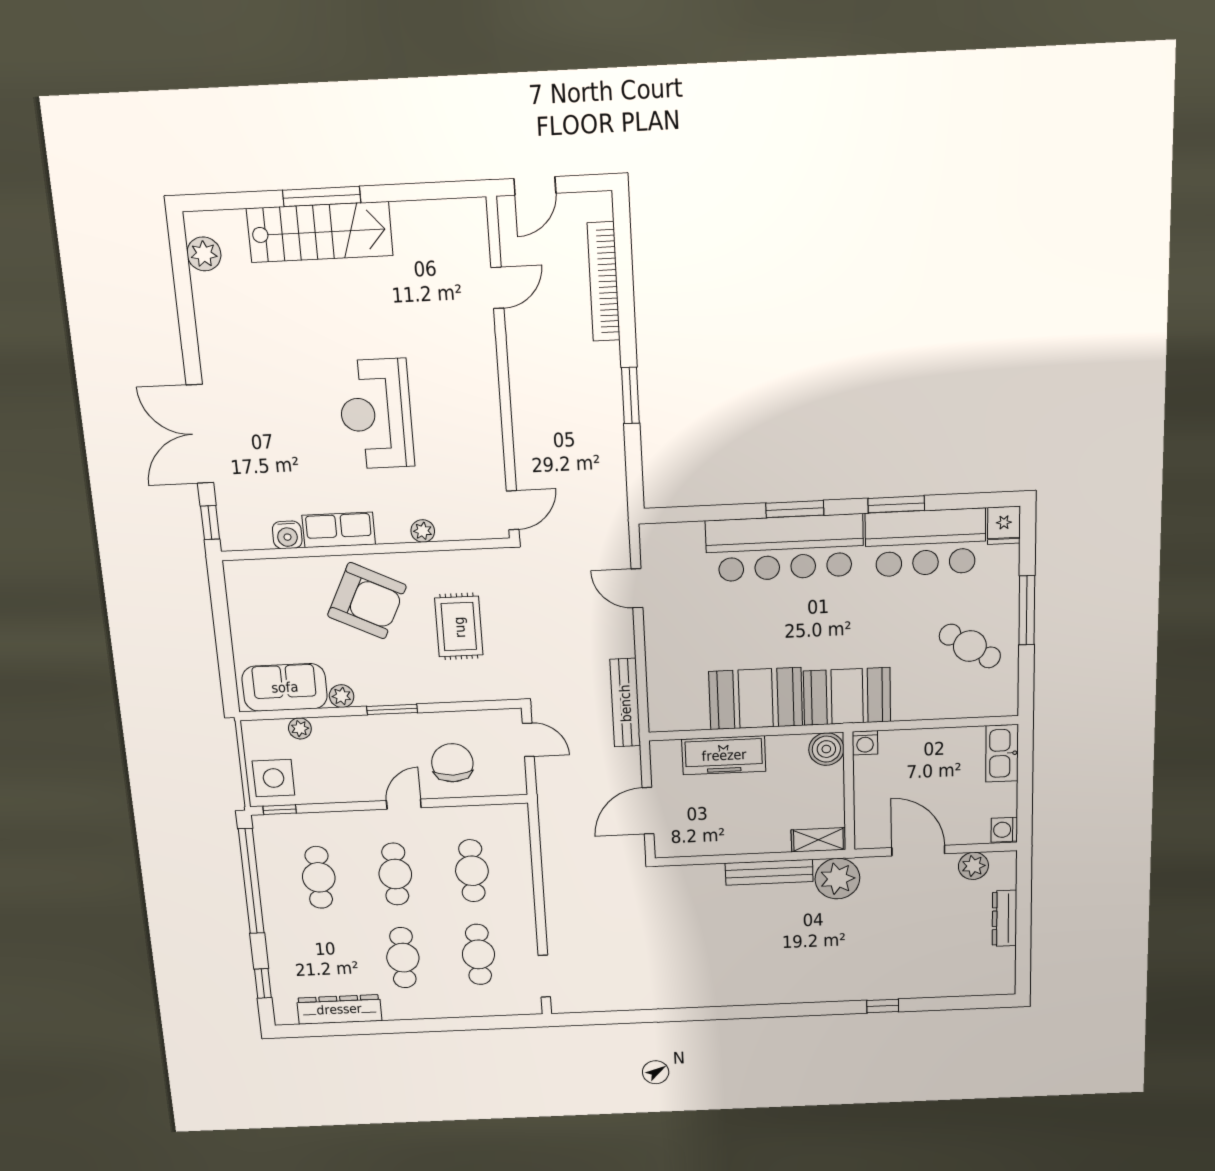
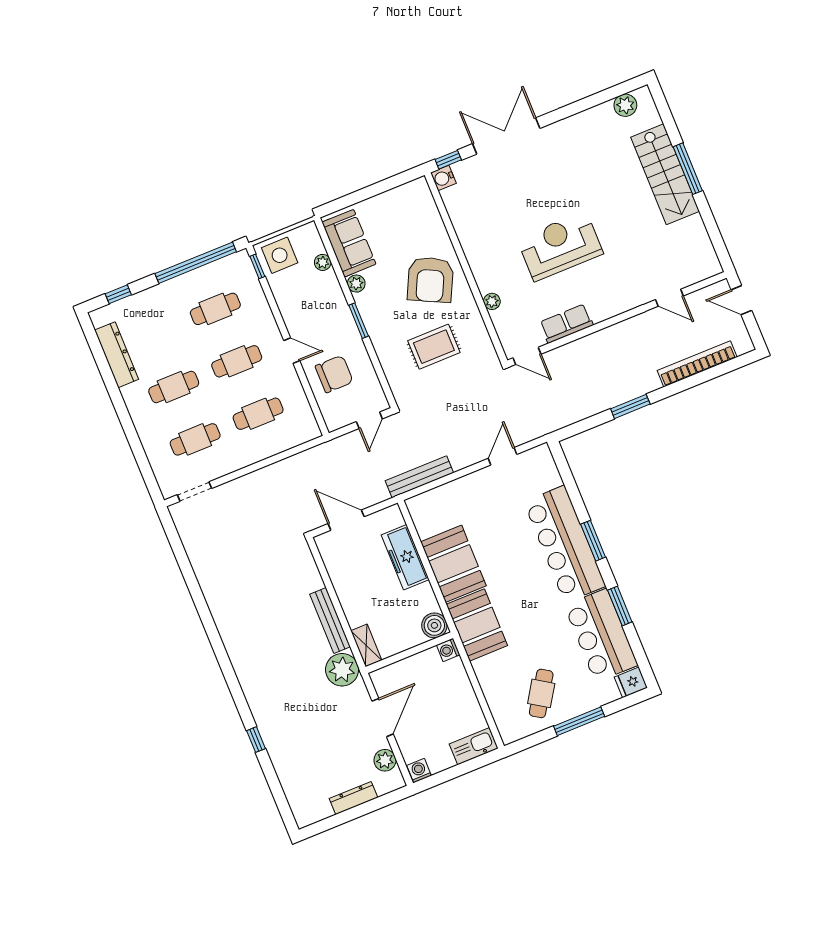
row of seats: (339, 530) -> (566, 324), moved, turned -90
water cooler: (287, 535) -> (443, 178), moved

